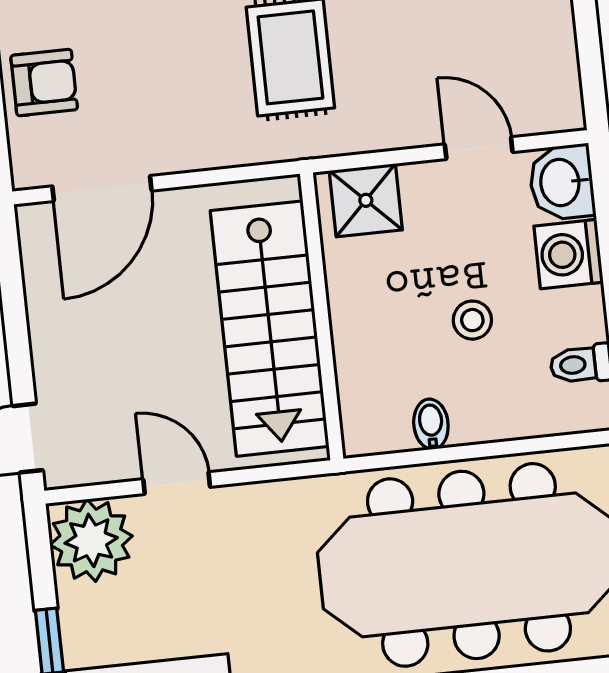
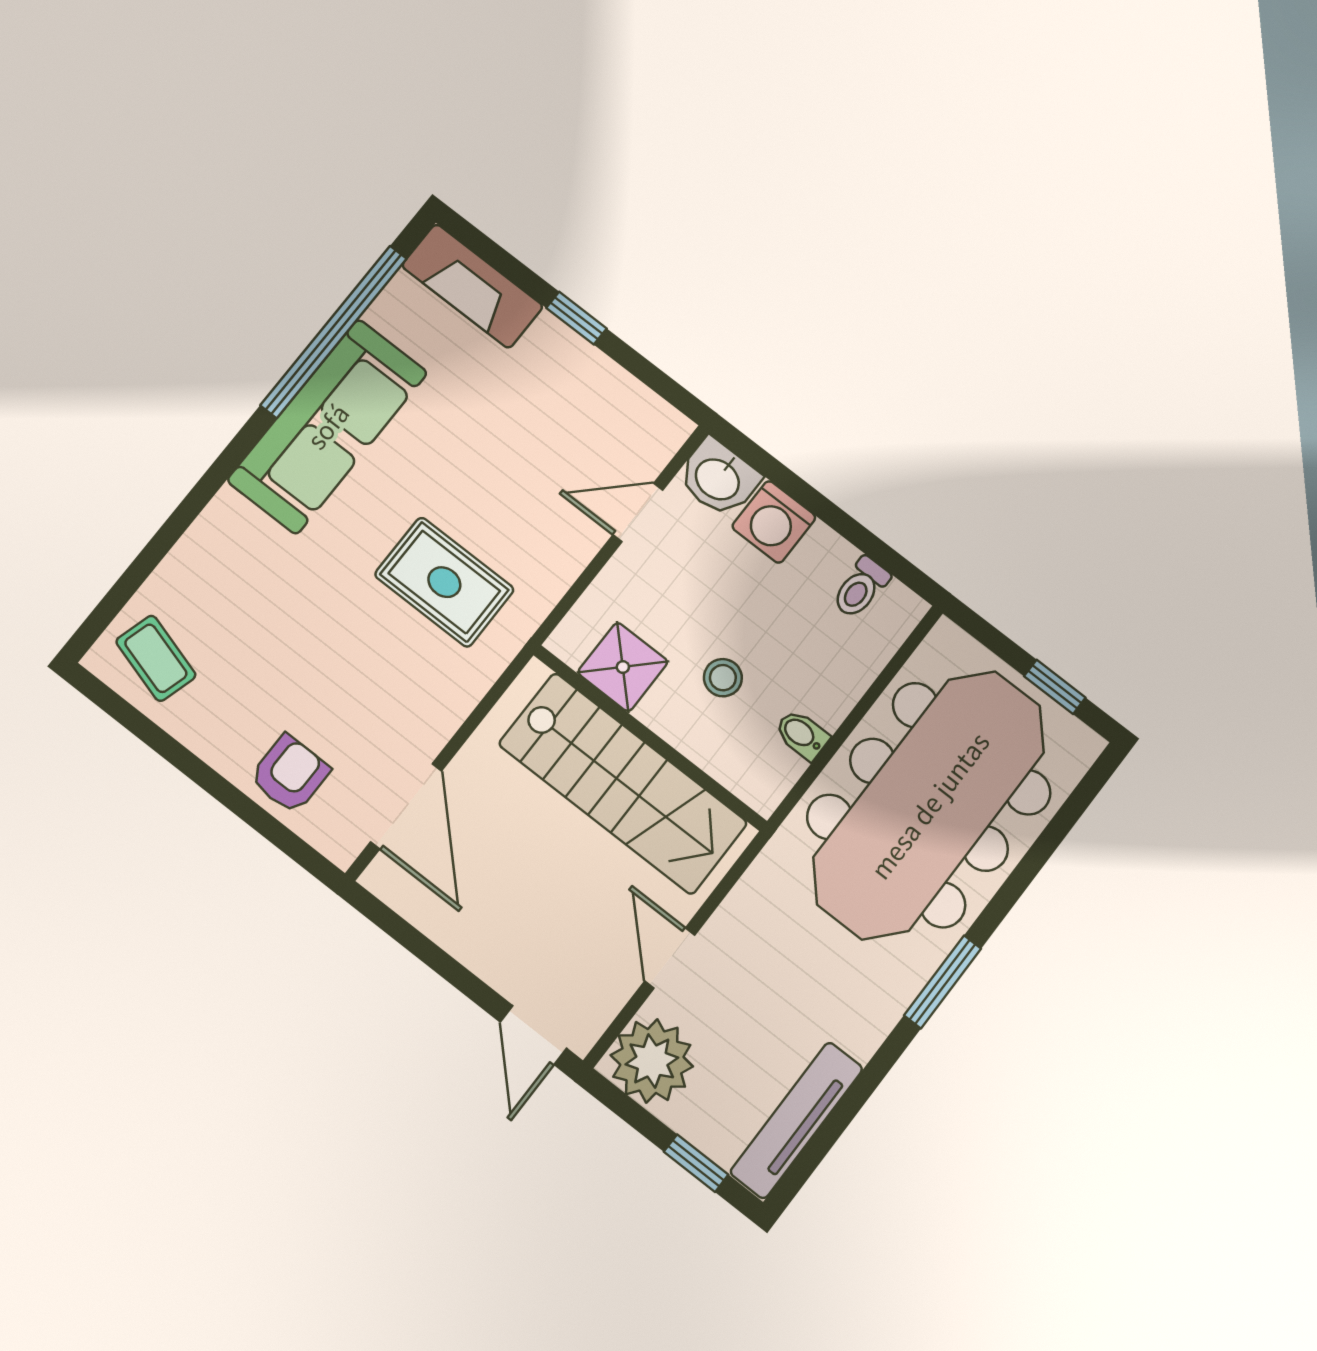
shower: (366, 200) -> (623, 667), moved
stool: (472, 320) -> (723, 678), moved
door: (177, 483) -> (670, 958), hinge flipped

